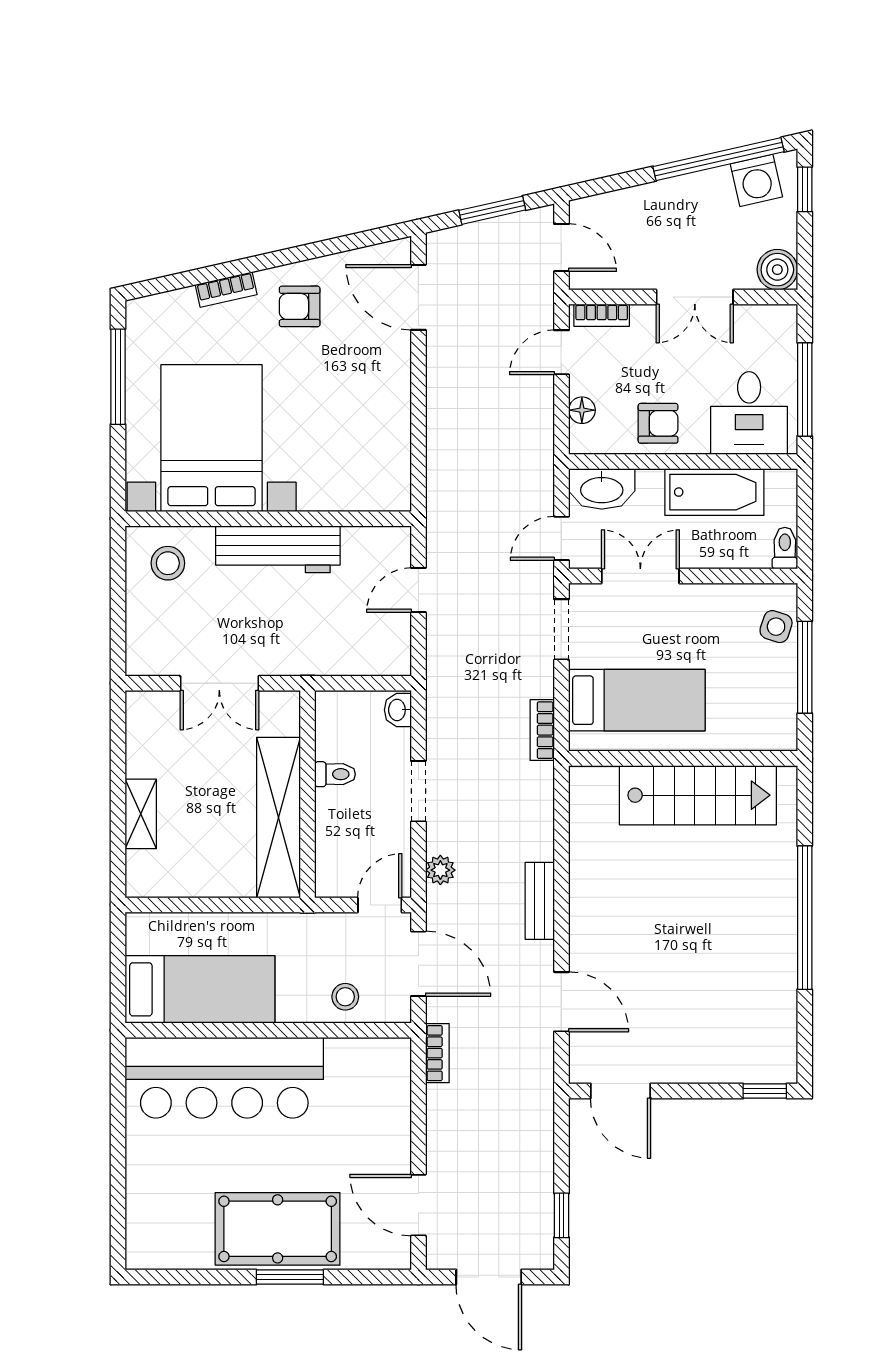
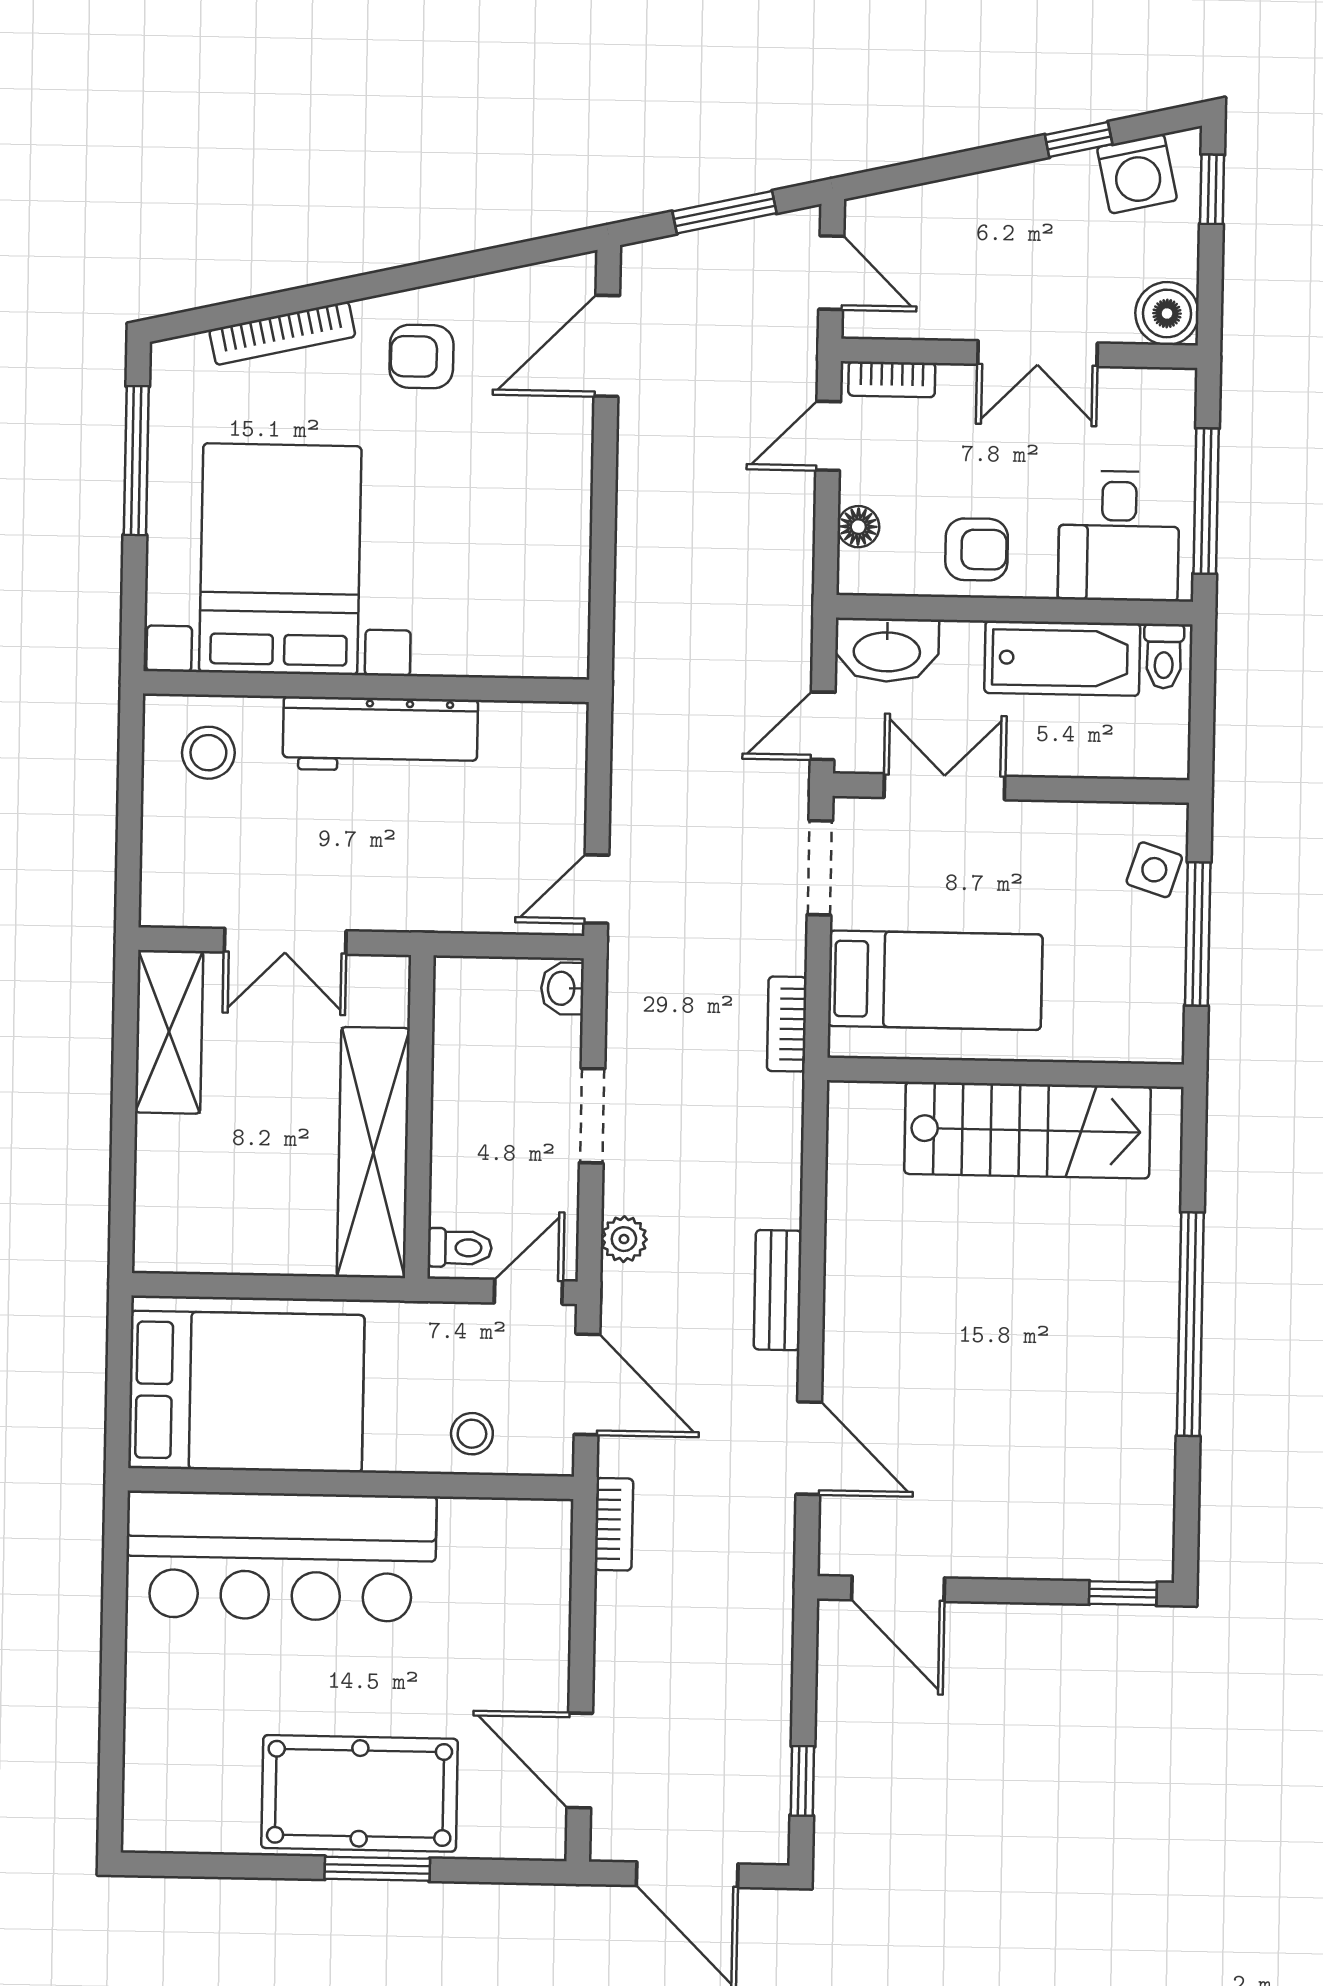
window: (718, 159) -> (1079, 139), width x0.32
bookcase: (226, 290) -> (282, 333), width x1.56
door: (418, 297) -> (607, 346), hinge flipped
toilet: (785, 548) -> (1164, 656), moved, turned 180
door: (418, 590) -> (596, 889), moved
toilet: (335, 774) -> (460, 1248), moved
shelving: (141, 814) -> (169, 1032), moved, width x1.50, depth x1.33
bed: (200, 989) -> (246, 1392), width x1.50

